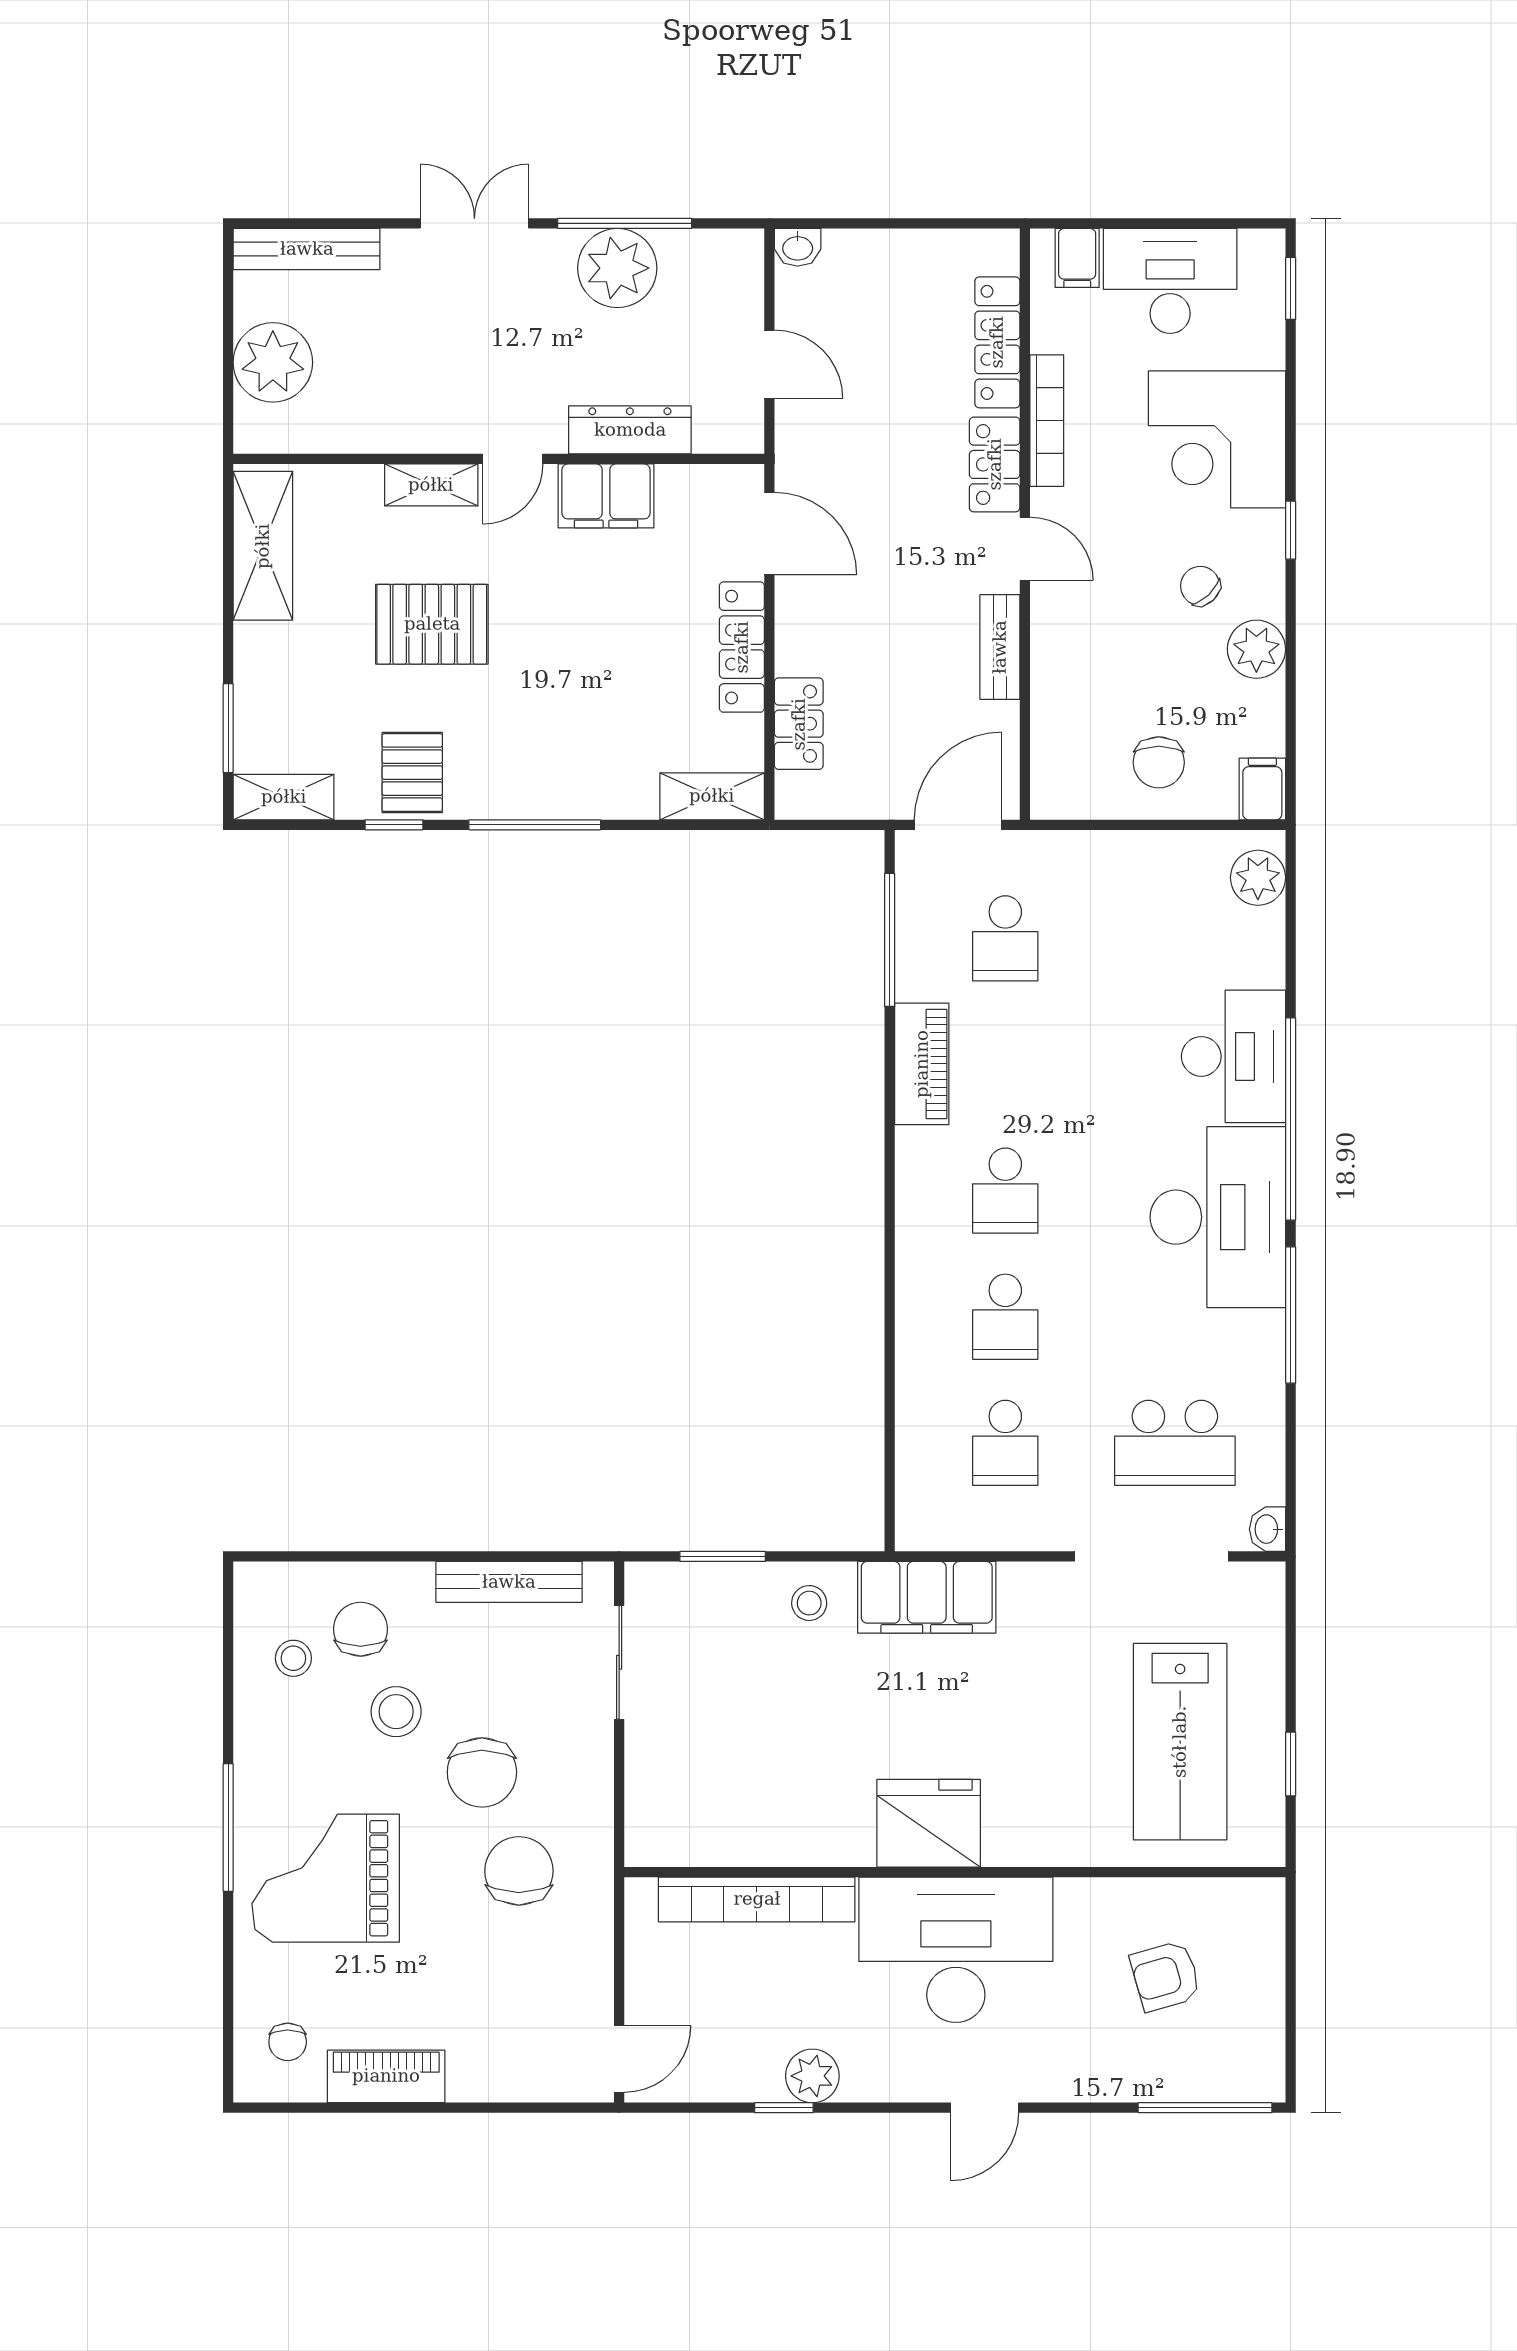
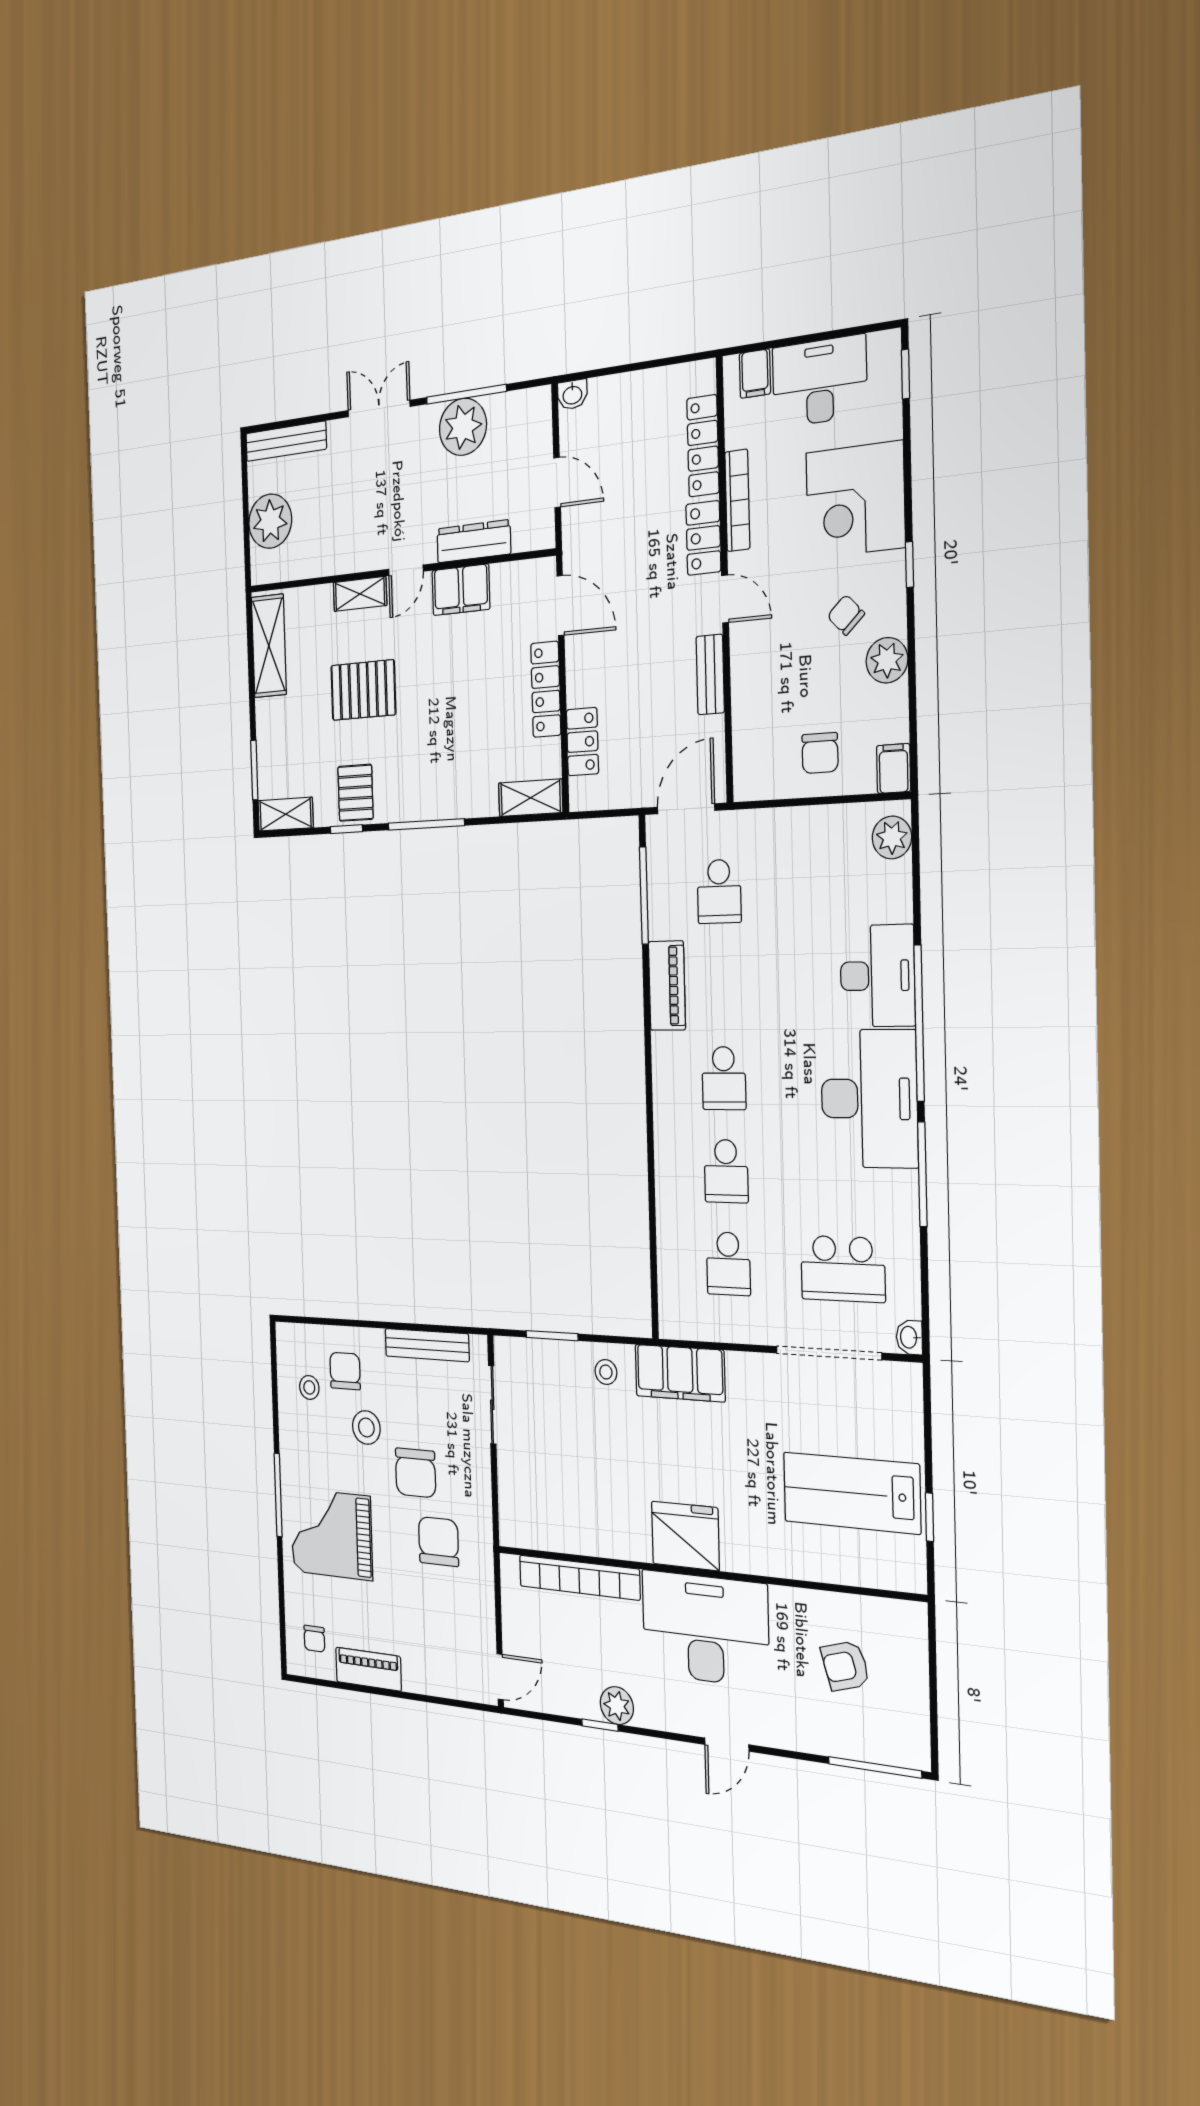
lab bench: (1180, 1742) -> (851, 1493), turned 90

